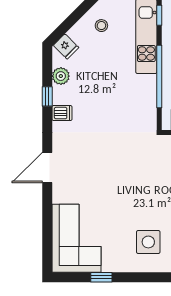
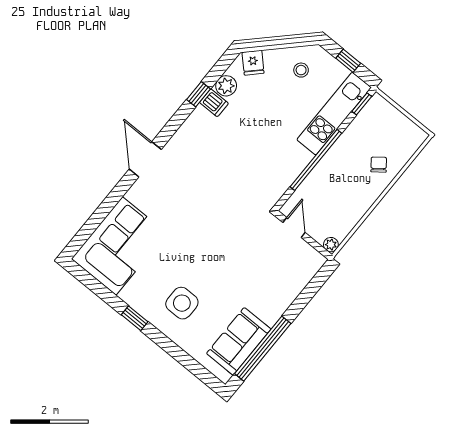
dishwasher: (62, 113) -> (214, 103), moved
door: (47, 168) -> (145, 159), hinge flipped
window: (101, 277) -> (135, 318), moved

